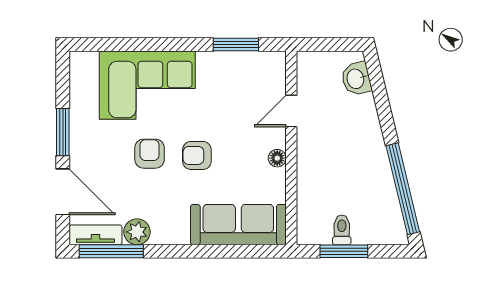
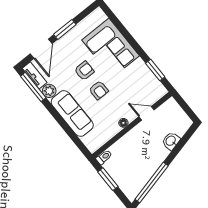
washbasin: (356, 79) -> (171, 141), moved
armchair: (197, 155) -> (99, 90), turned 180
sofa: (238, 225) -> (72, 113), moved
toilet: (342, 230) -> (104, 157), moved

